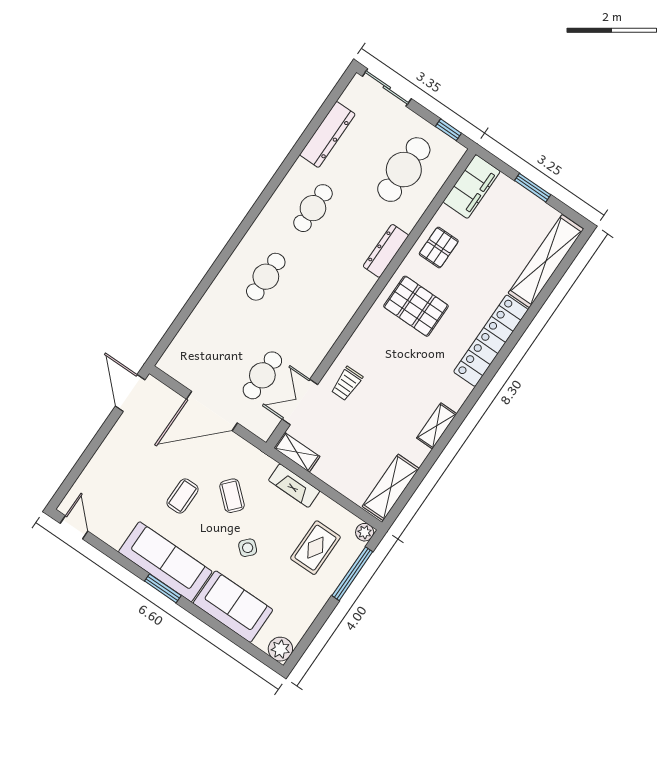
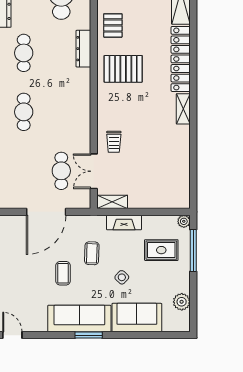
shelving: (437, 426) -> (183, 109), moved
shelving: (391, 487) -> (181, 185), removed
coffee table: (232, 496) -> (92, 253), turned 50
rug: (315, 548) -> (161, 250), turned 90
plant: (280, 649) -> (182, 302), moved

